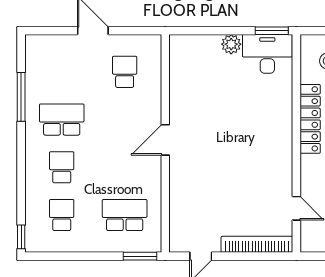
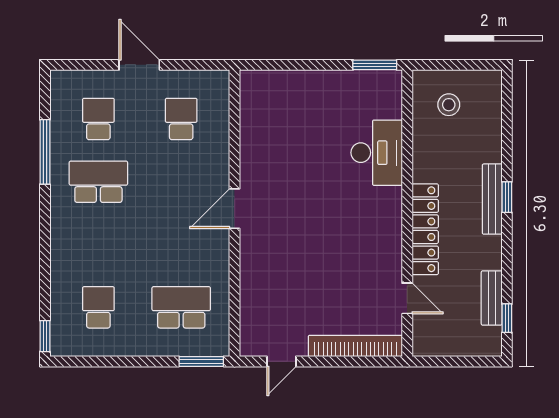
plant: (231, 44) -> (321, 83), removed
desk: (267, 54) -> (377, 153), moved, turned 90
locker: (310, 119) -> (425, 229), moved
school desk: (62, 167) -> (98, 119), moved

